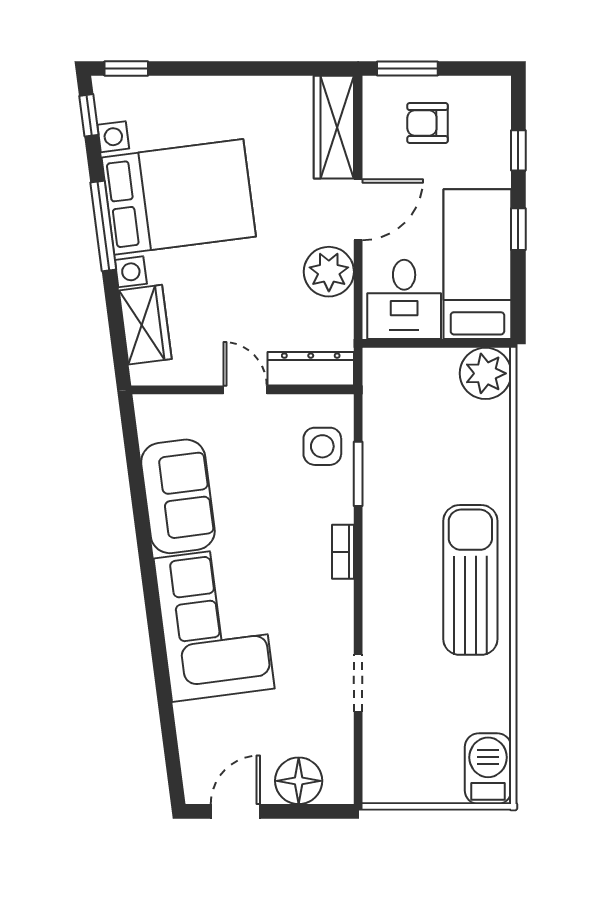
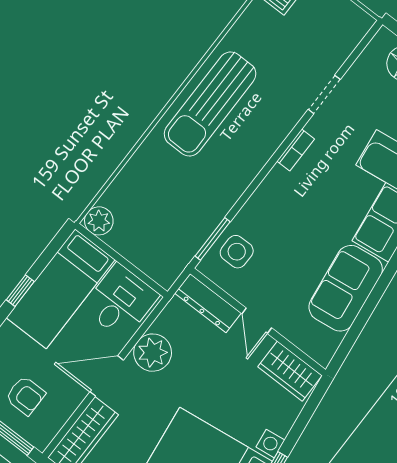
wardrobe: (145, 325) -> (290, 371), moved, turned -83
plant: (485, 373) -> (99, 221), width x0.73, depth x0.73
window: (358, 474) -> (213, 239), moved
bookcase: (343, 552) -> (296, 150), moved

